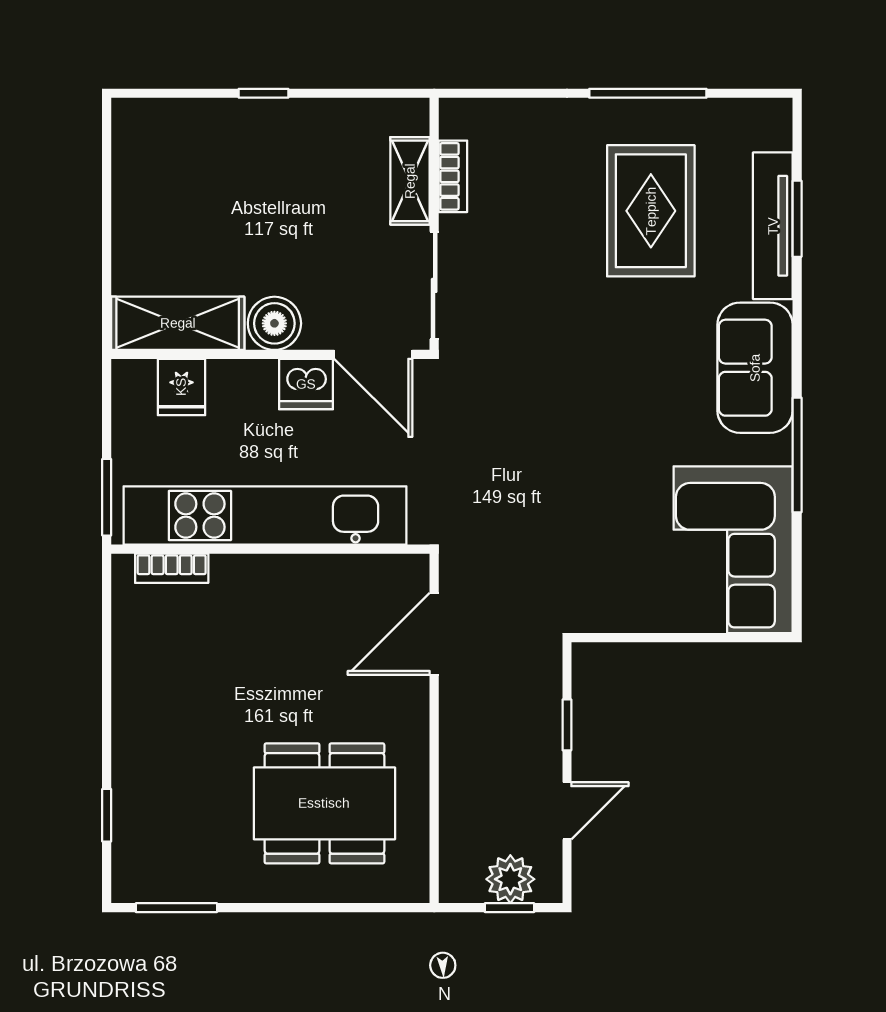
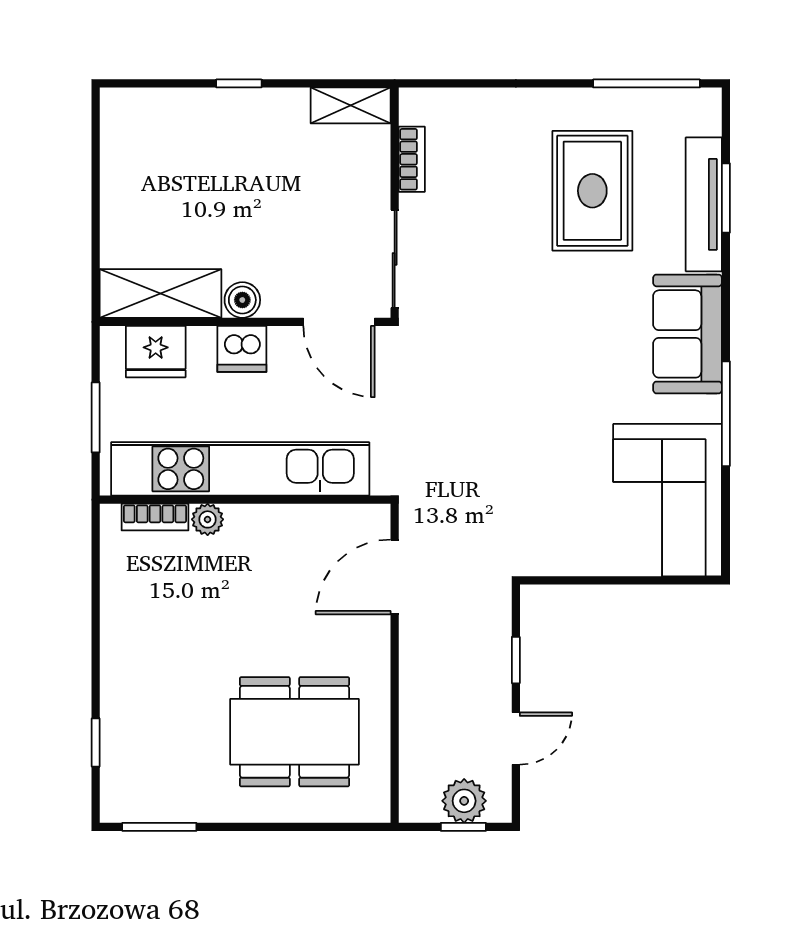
window: (648, 93) -> (647, 83), moved
shelving: (410, 181) -> (351, 105), moved, turned 90
boiler: (274, 323) -> (242, 300), width x0.73, depth x0.73
dishwasher: (306, 384) -> (242, 349), moved
fridge: (181, 387) -> (156, 352), width x1.38
window: (107, 497) -> (96, 417), moved
plant: (229, 571) -> (208, 519), added

